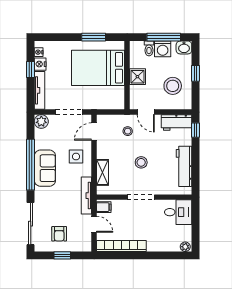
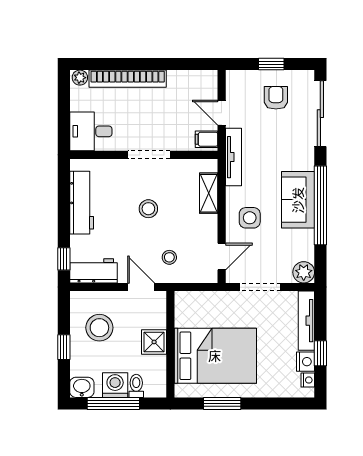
bookcase: (121, 246) -> (128, 79), moved

